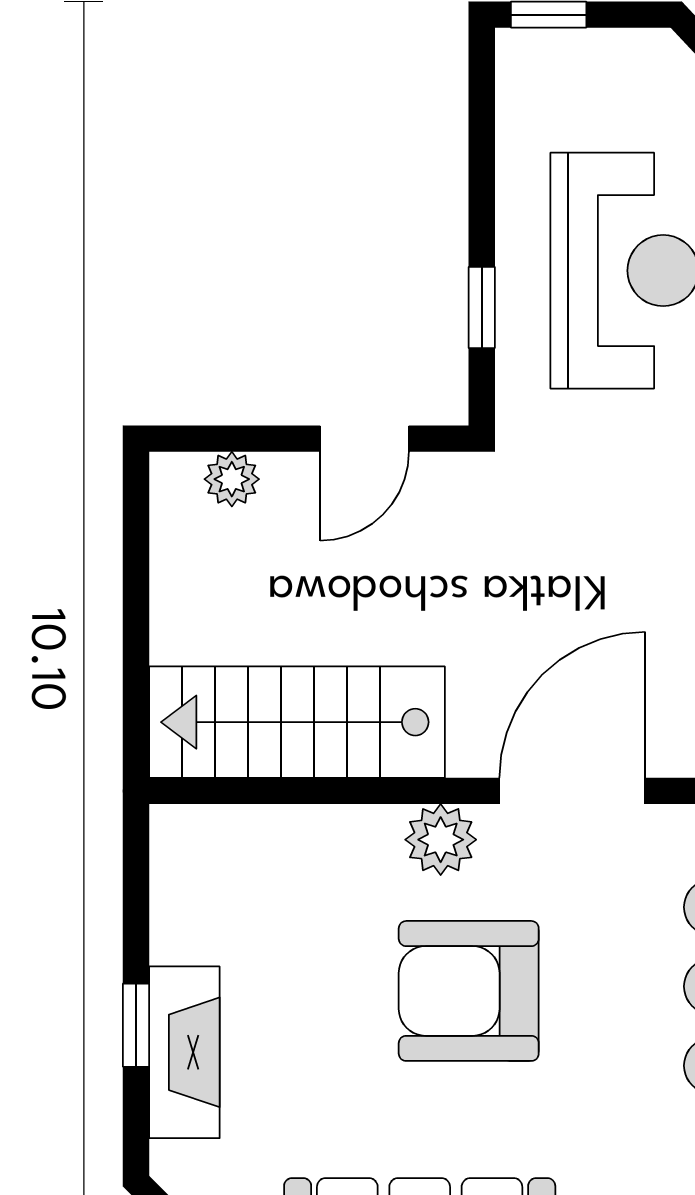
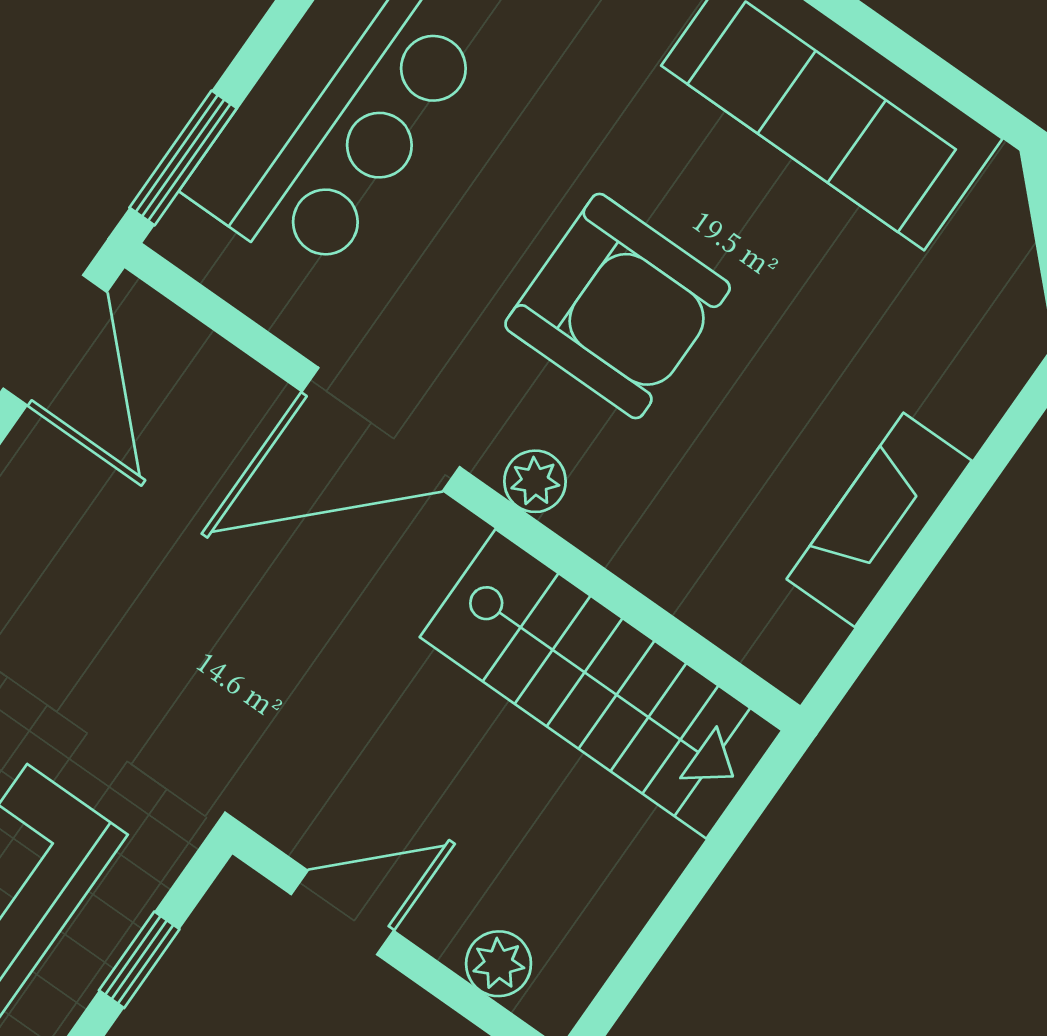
plant: (441, 840) -> (535, 481), width x0.73, depth x0.73
window: (136, 1025) -> (963, 500), removed
fireplace: (184, 1052) -> (879, 520), moved

